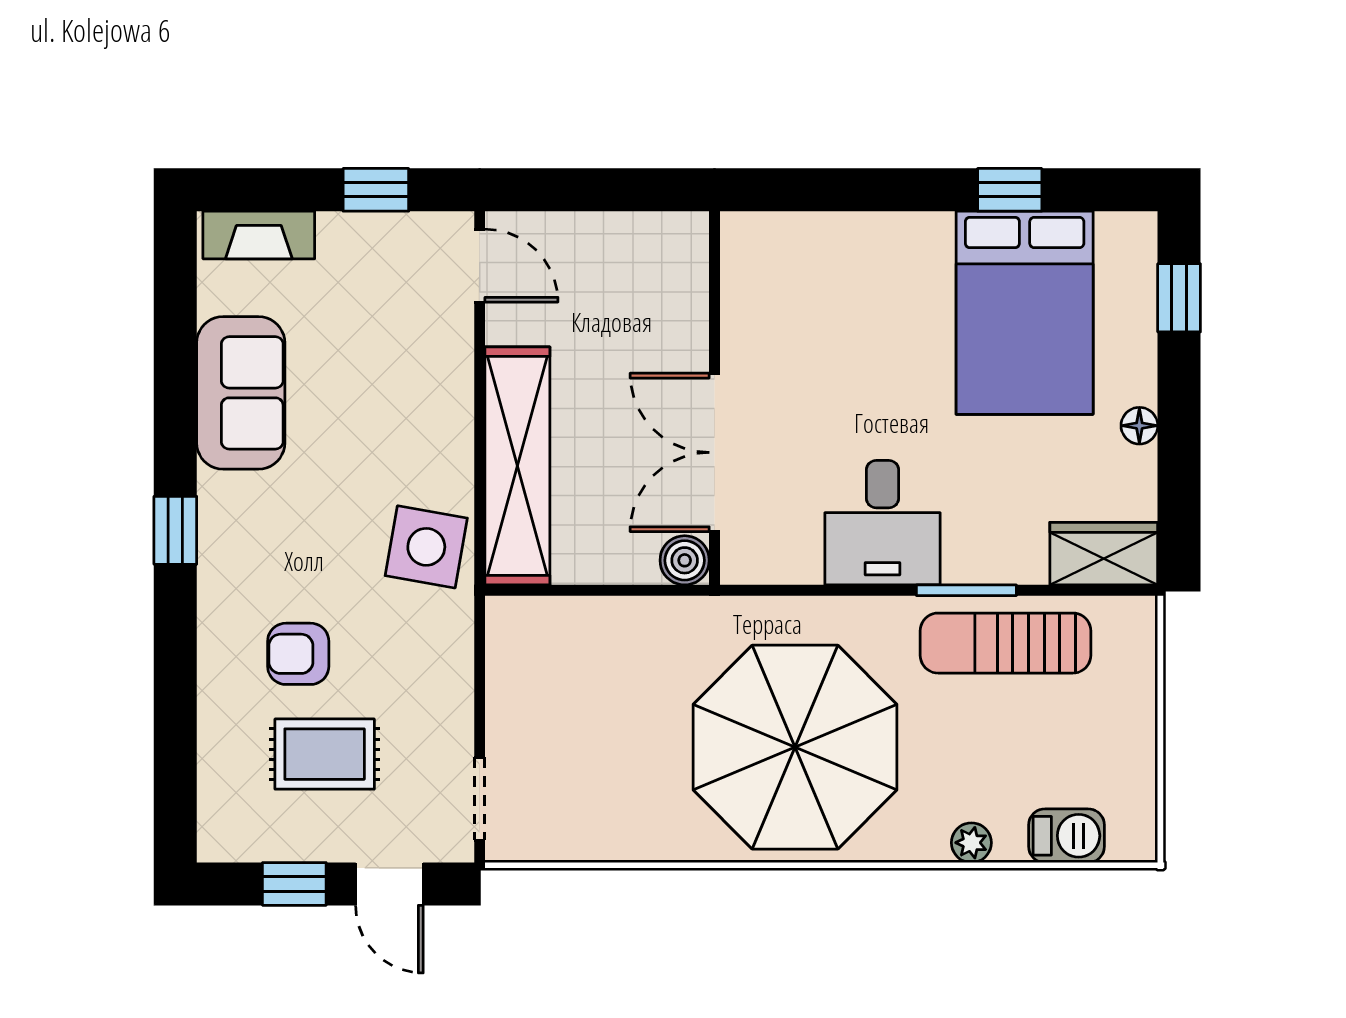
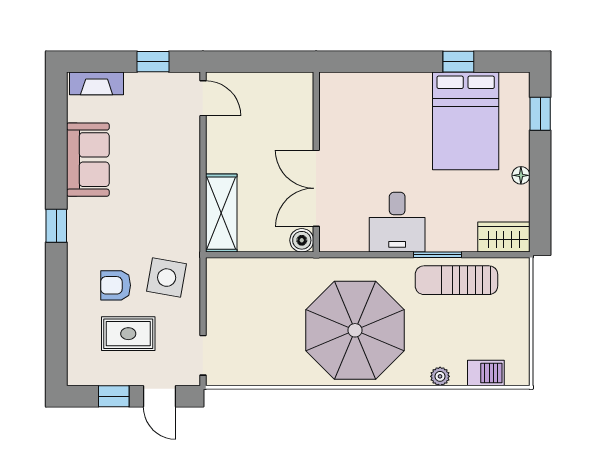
shelving: (517, 466) -> (221, 213), width x0.68
side table: (426, 547) -> (167, 278), moved

